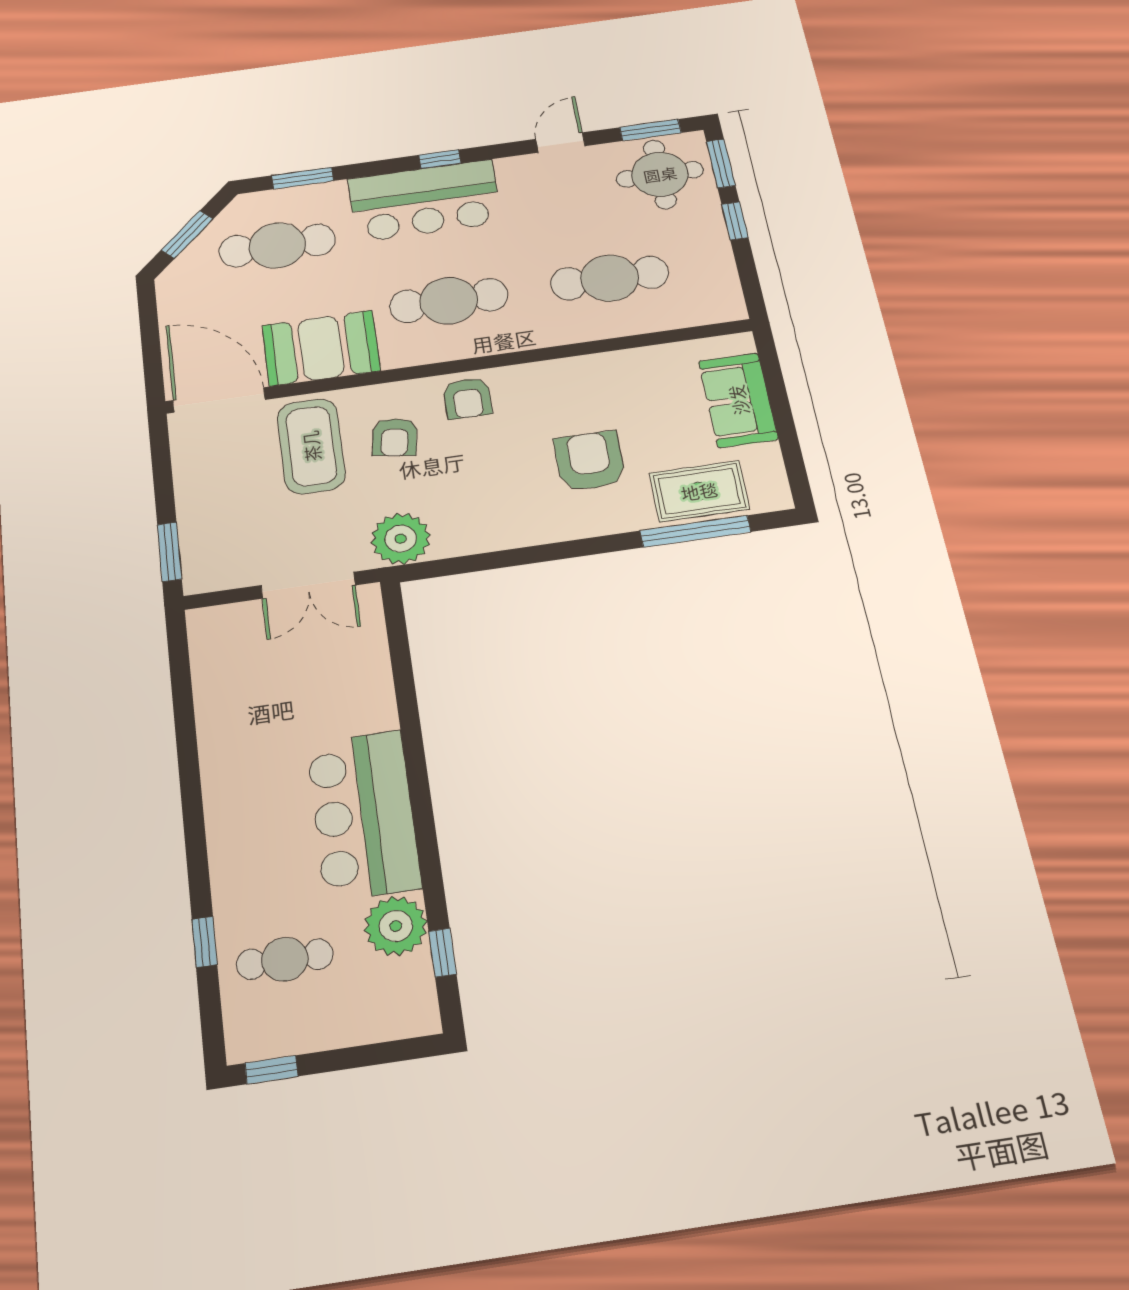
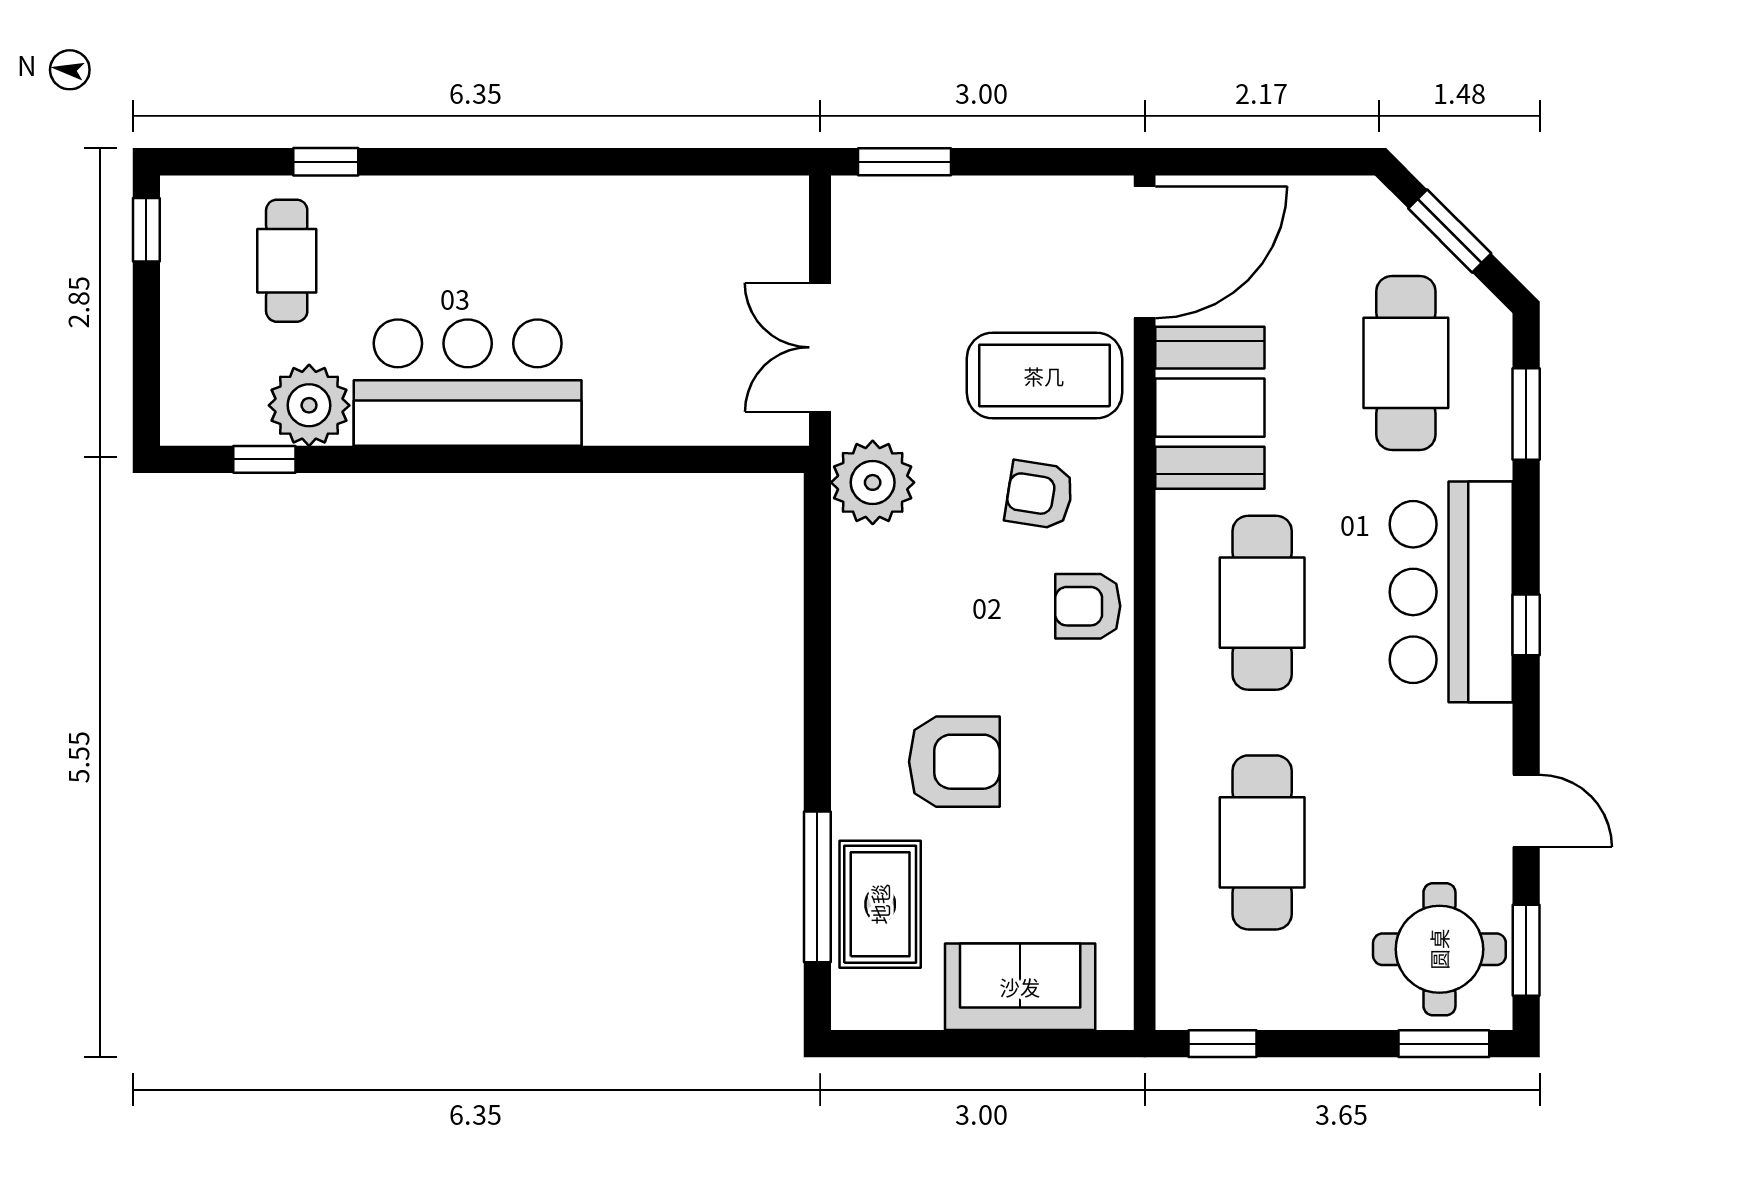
window: (735, 221) -> (1222, 1044), moved

